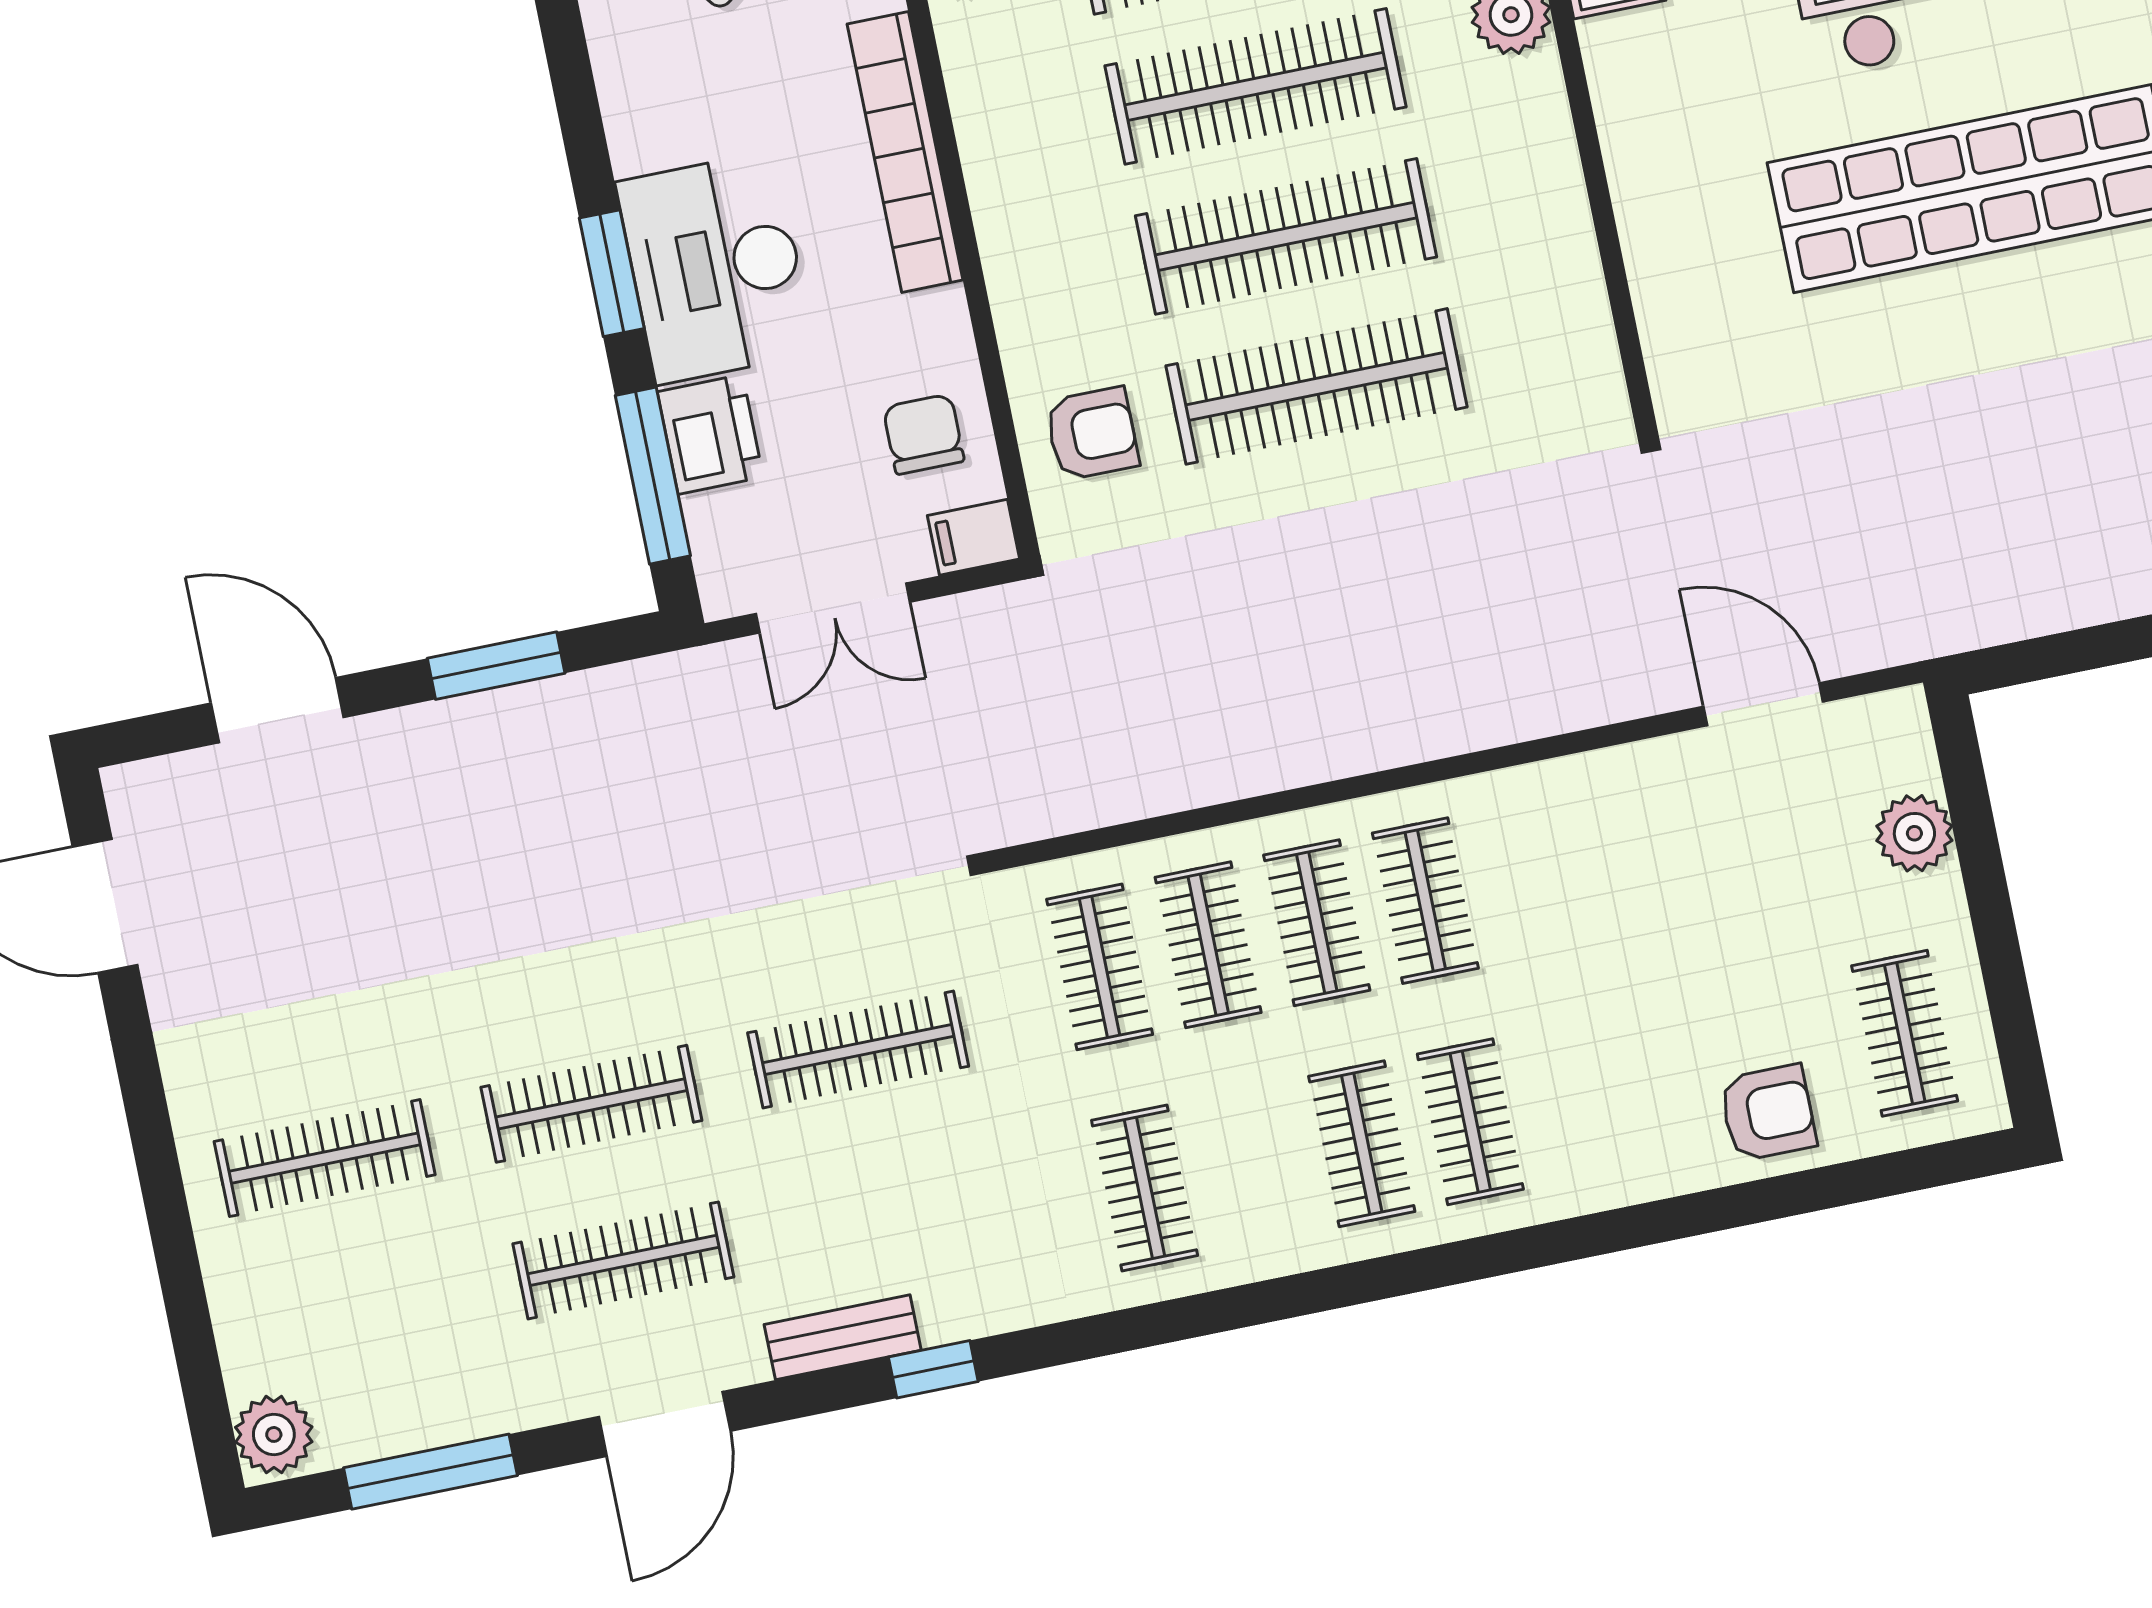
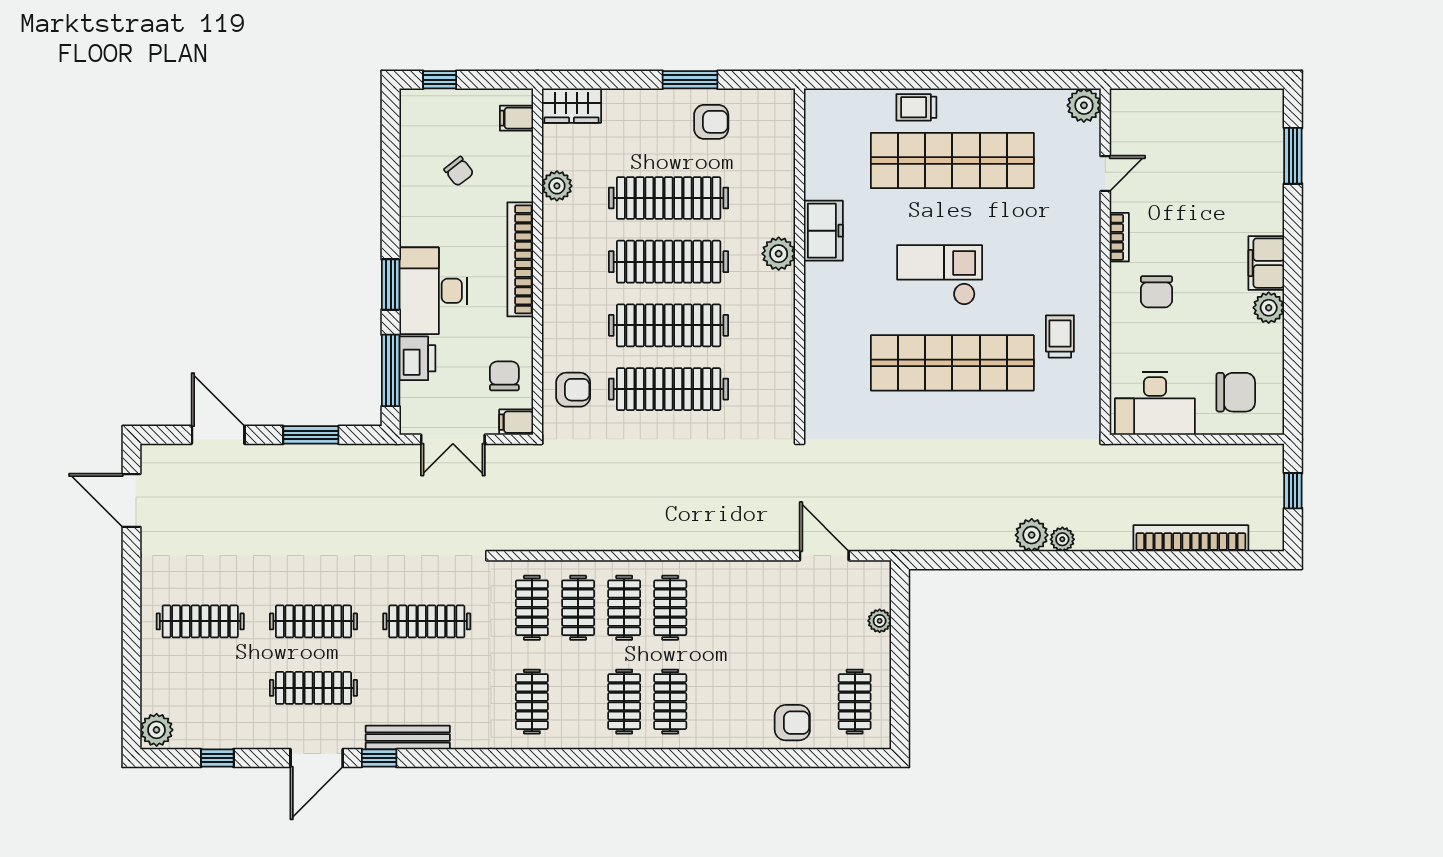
plant: (1914, 833) -> (880, 621), width x0.73, depth x0.73
bench: (843, 1337) -> (408, 737), width x1.36
window: (933, 1369) -> (379, 758), moved
window: (430, 1472) -> (217, 758), width x0.46

